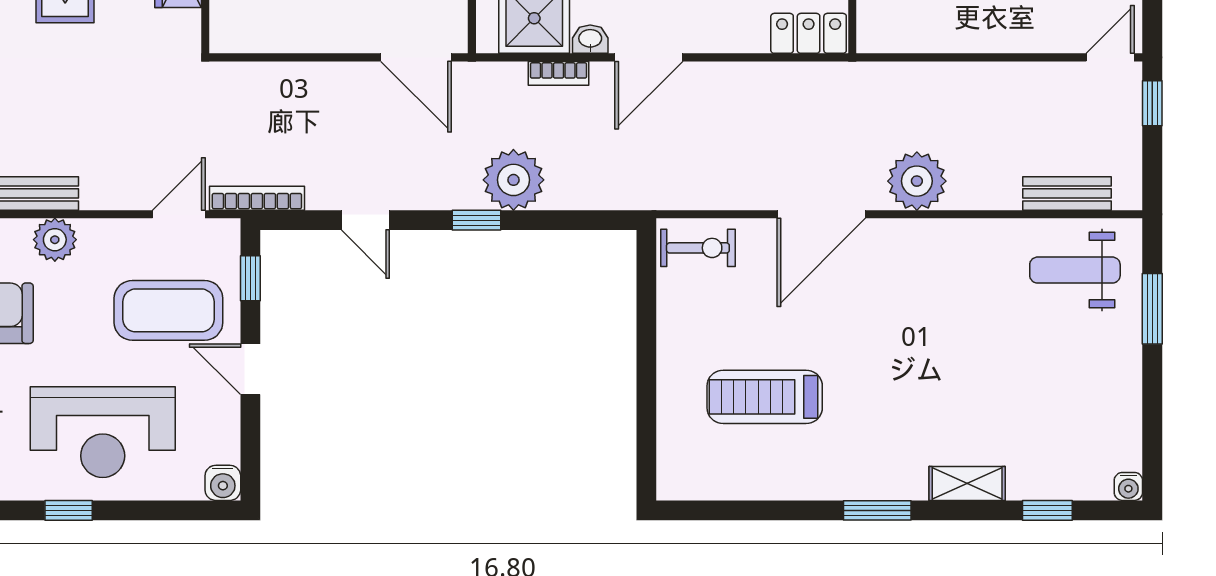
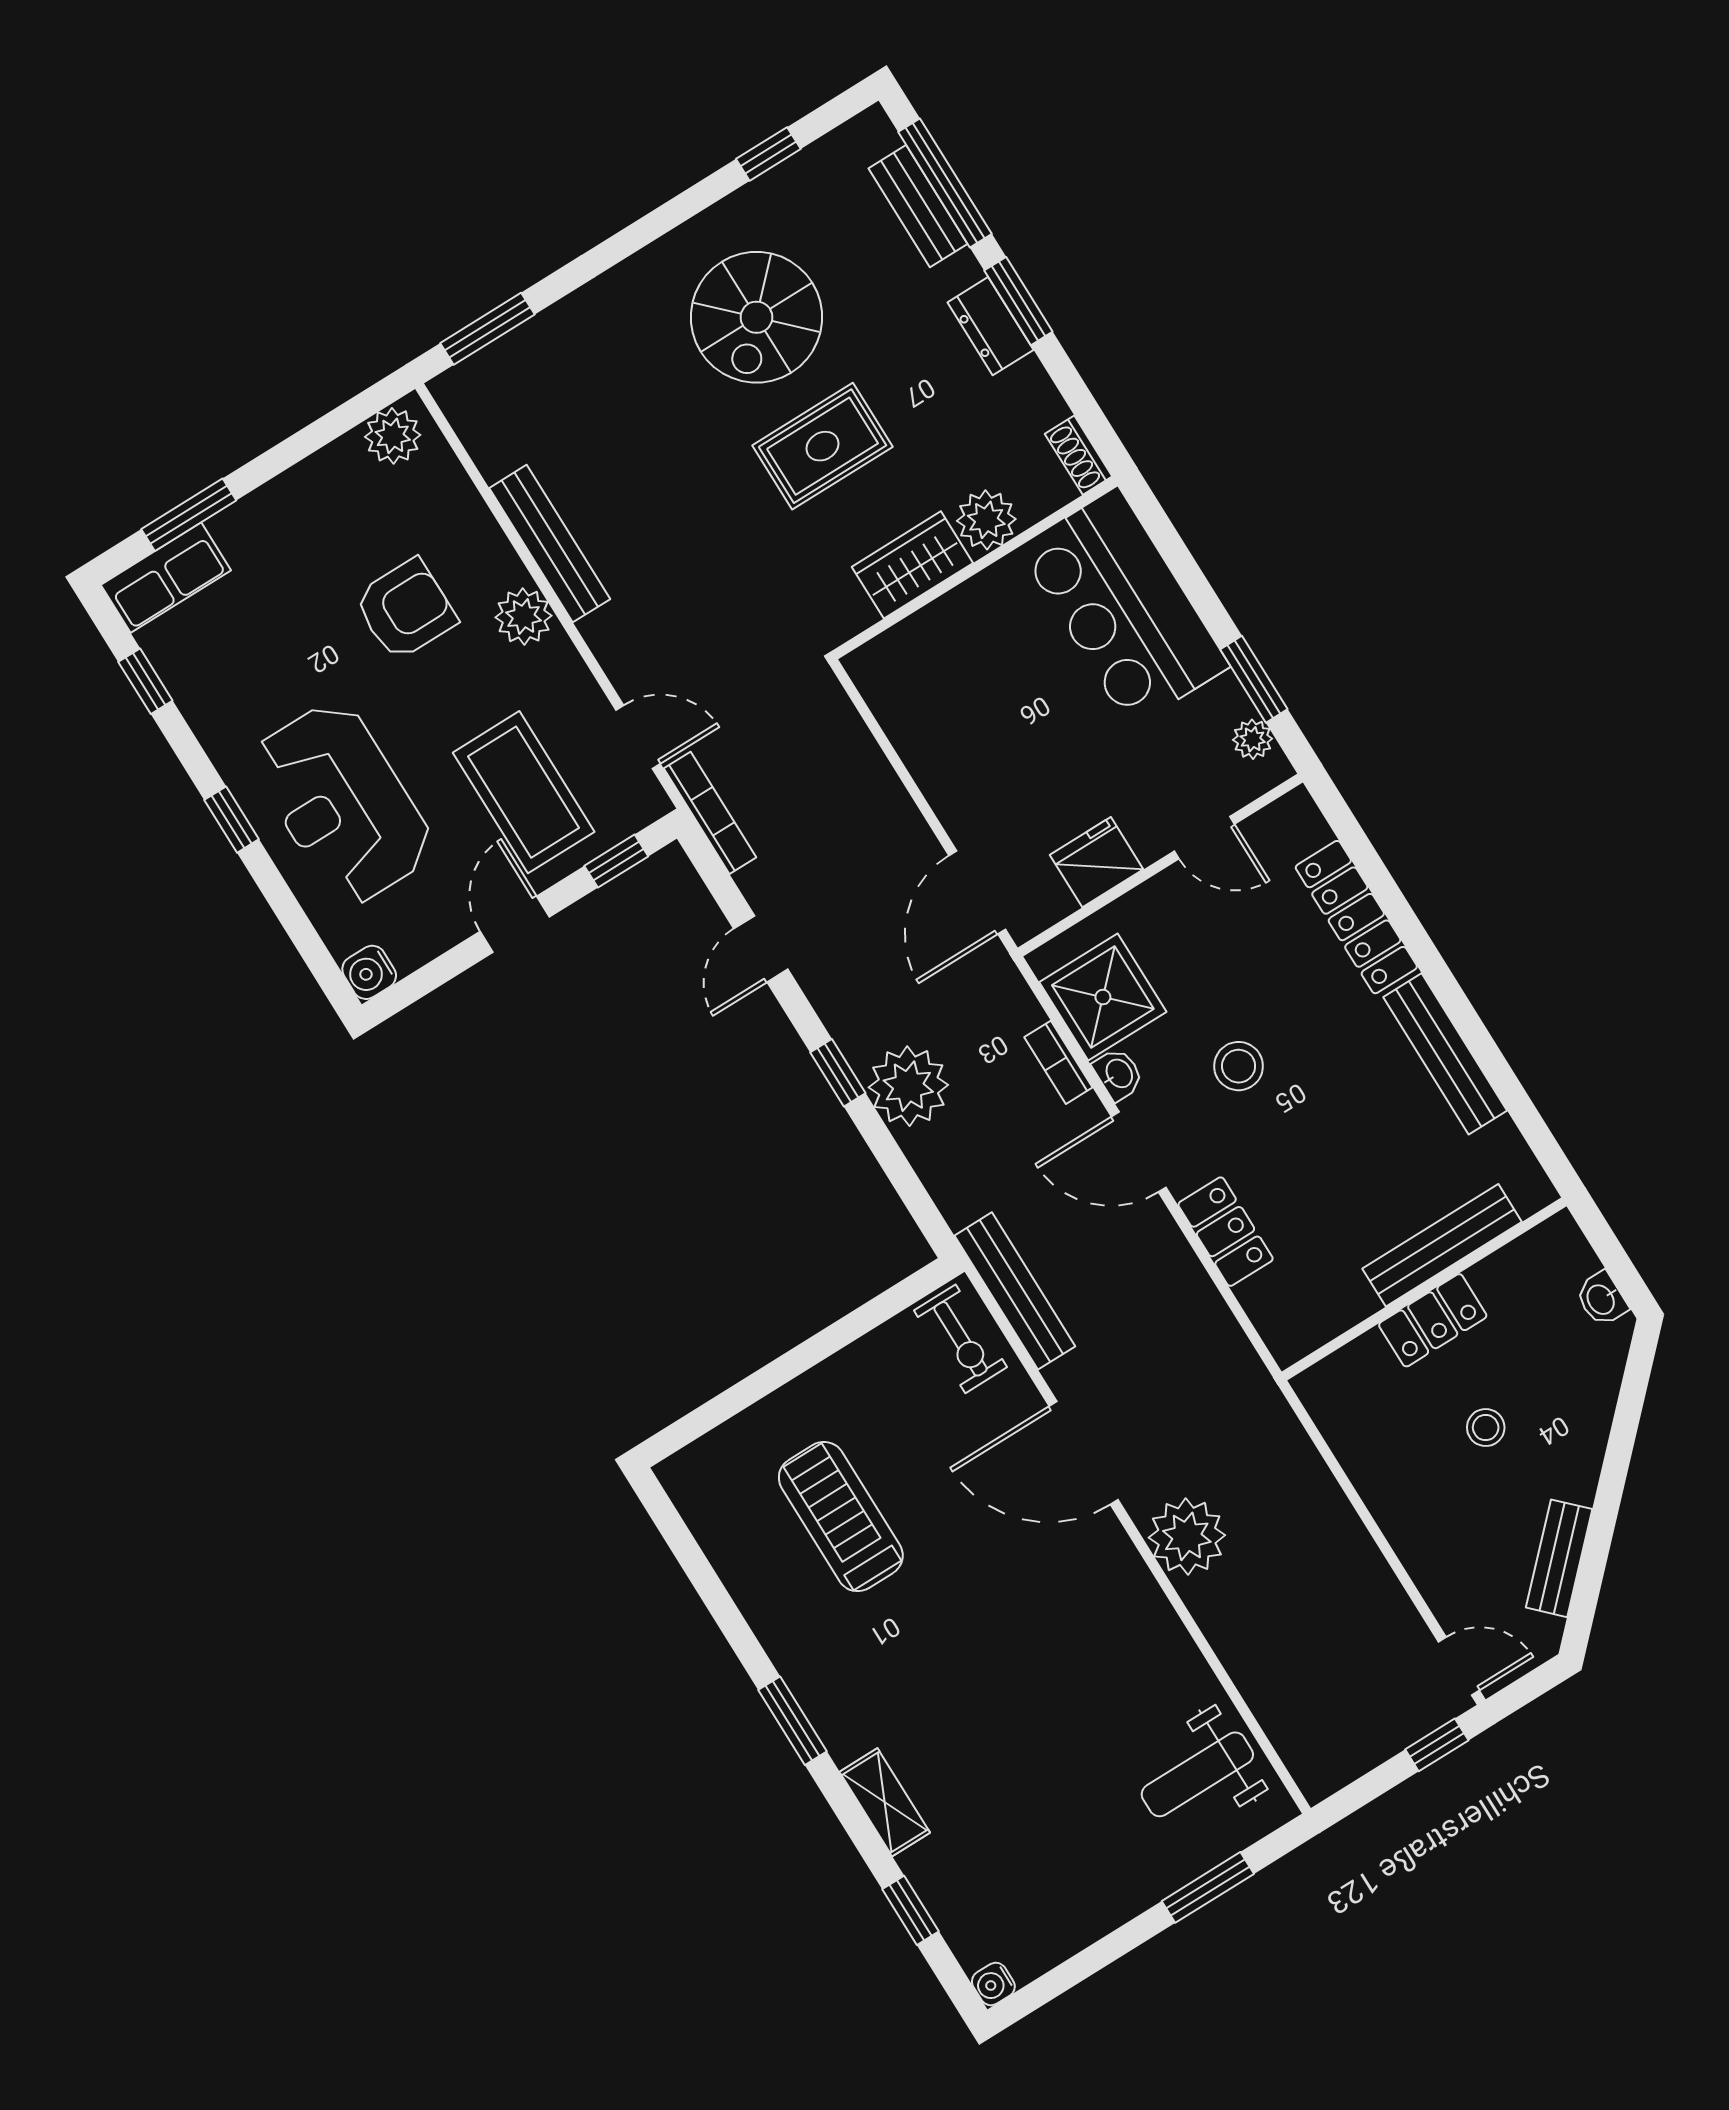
locker: (809, 33) -> (1226, 1232), moved
bench: (1067, 193) -> (1015, 1291), moved, width x1.36
weight bench: (1075, 270) -> (1197, 1774), turned -90

